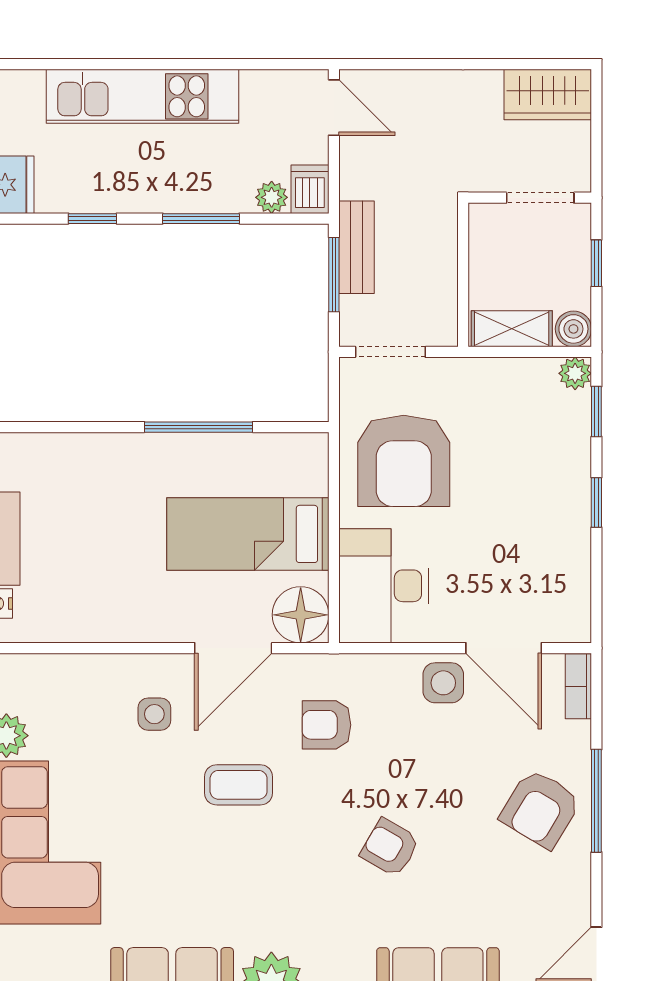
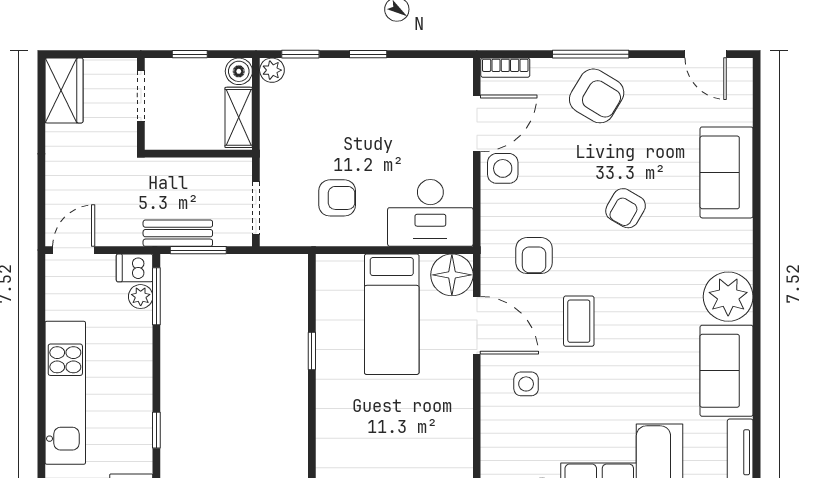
window: (201, 219) -> (156, 296), moved
window: (198, 427) -> (312, 351), width x0.46
armchair: (404, 461) -> (337, 198), width x0.53, depth x0.53

